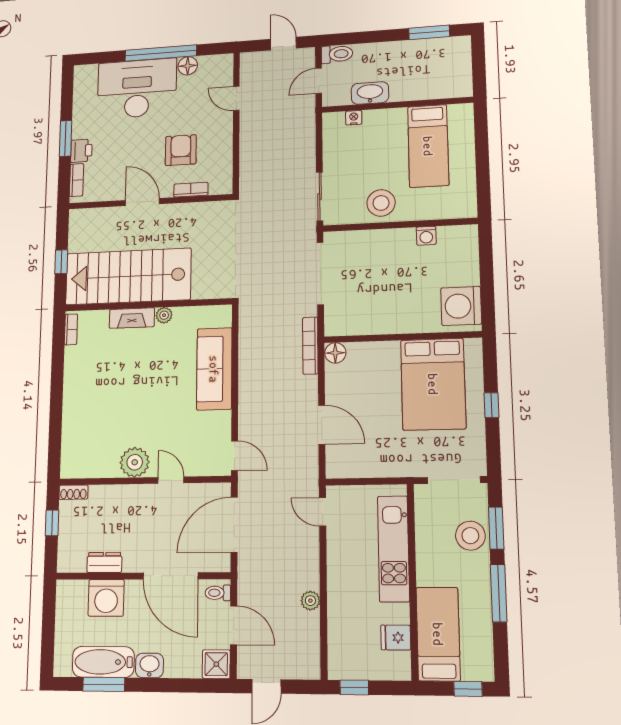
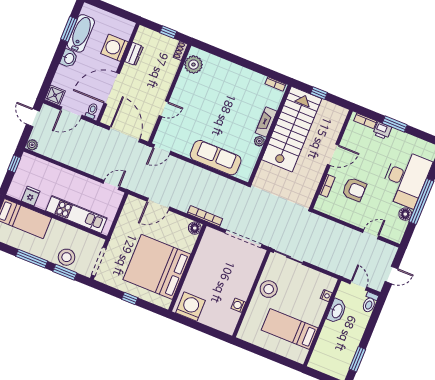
bed: (433, 384) -> (157, 267), width x1.36
plant: (135, 462) -> (193, 65), moved
plant: (310, 601) -> (32, 145), moved

